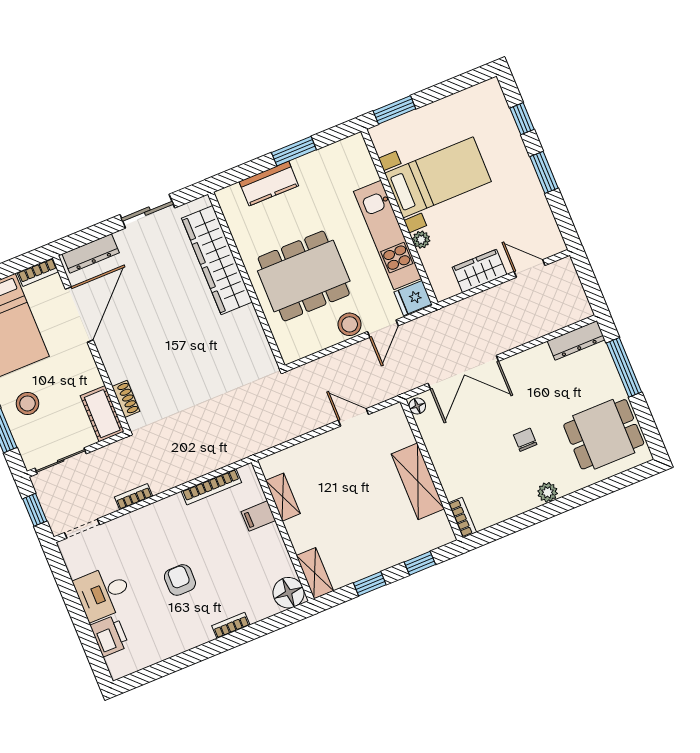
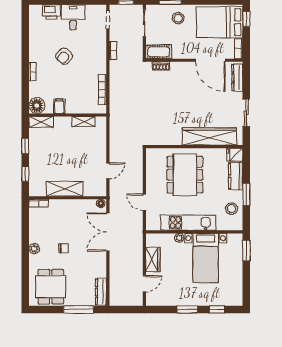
fridge: (413, 298) -> (235, 155), moved, turned -90
stool: (350, 324) -> (231, 209), moved
filing cabinet: (258, 516) -> (59, 106), moved
armchair: (180, 580) -> (64, 56), turned 130

